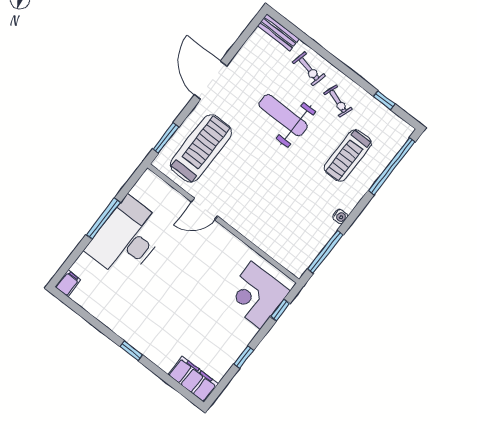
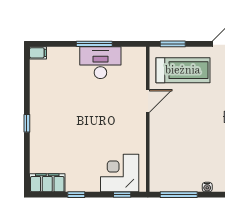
door: (205, 209) -> (148, 101), swing flipped
desk: (127, 239) -> (100, 63), width x0.73, depth x0.77
filing cabinet: (193, 379) -> (47, 183), moved, turned -90

